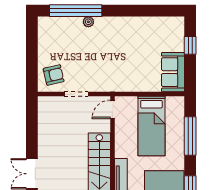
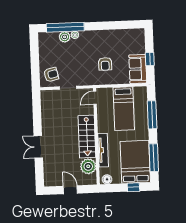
plant: (74, 24) -> (65, 37), added
window: (190, 45) -> (150, 59), moved
armchair: (128, 63) -> (105, 64), added

